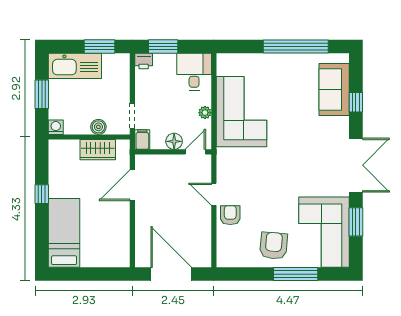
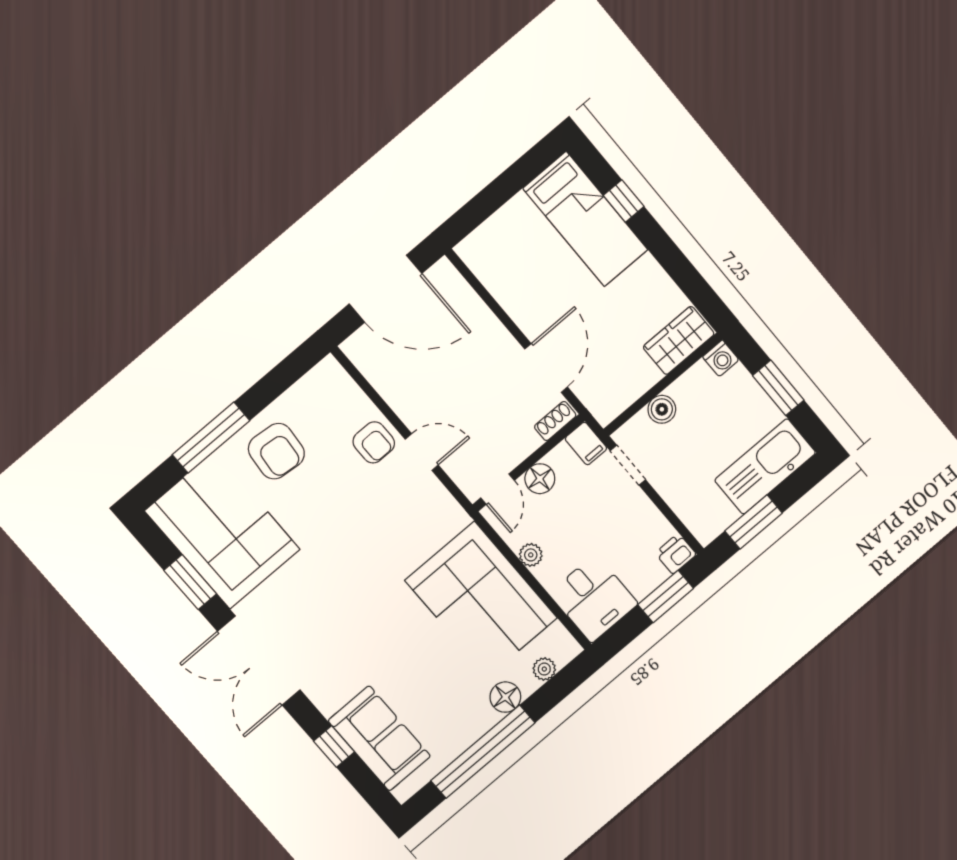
plant: (240, 59) -> (544, 669), added
floor lamp: (267, 62) -> (505, 697), added
wardrobe: (98, 150) -> (679, 340), moved
shoe rack: (147, 160) -> (555, 421), added
window: (42, 194) -> (624, 201), moved

